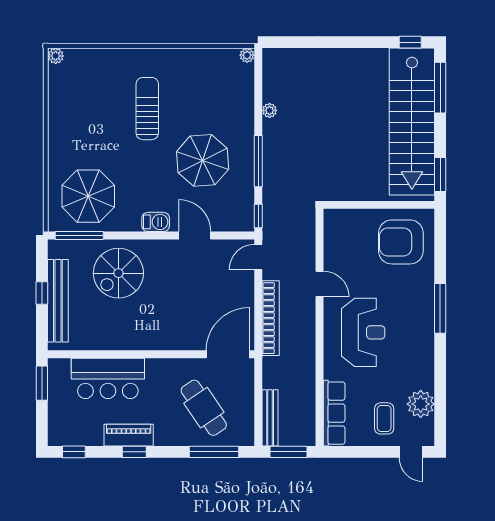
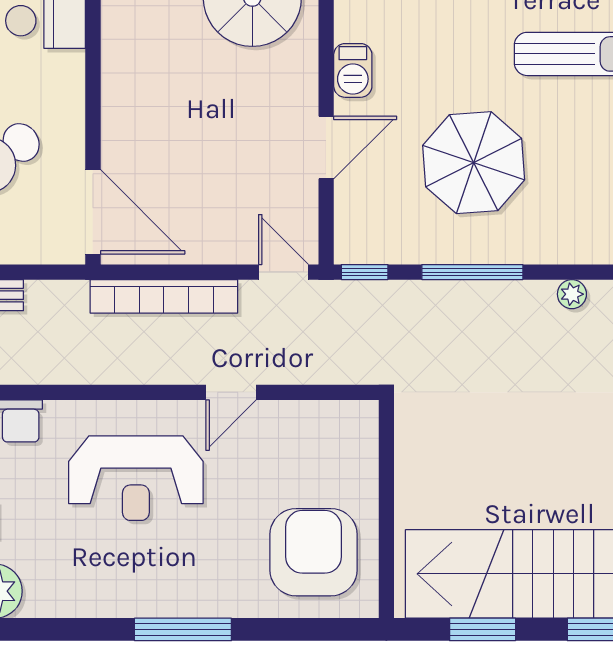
window: (440, 174) -> (483, 629), moved

